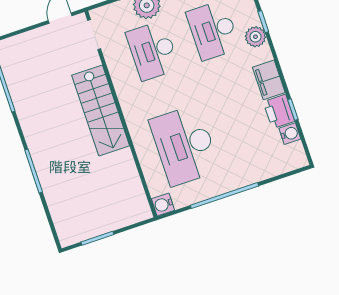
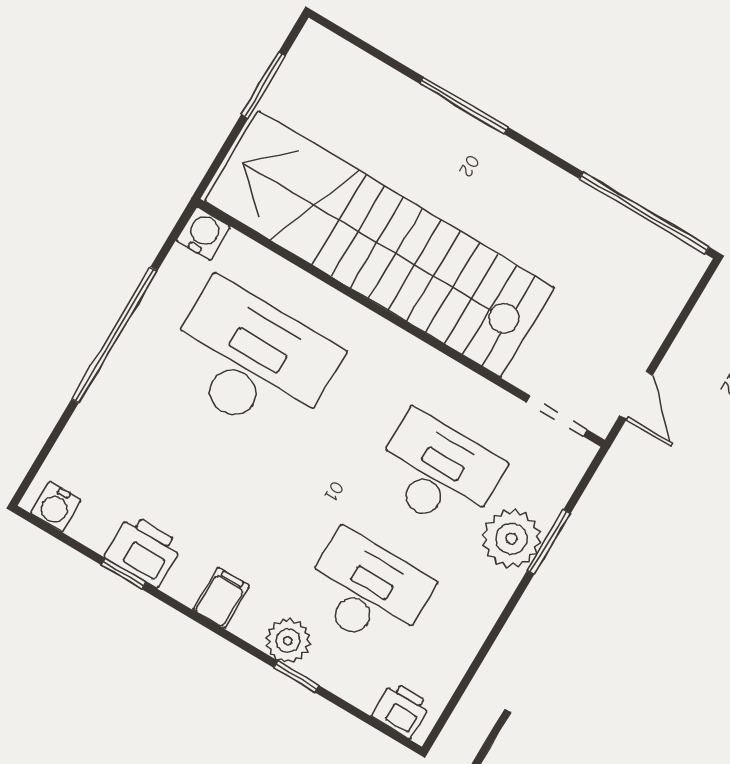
filing cabinet: (269, 80) -> (221, 598), width x0.50
stairs: (101, 110) -> (379, 244), width x1.86, depth x1.51
water cooler: (290, 134) -> (56, 507), moved

